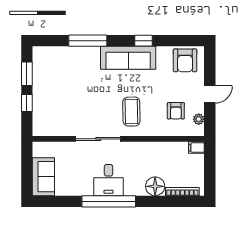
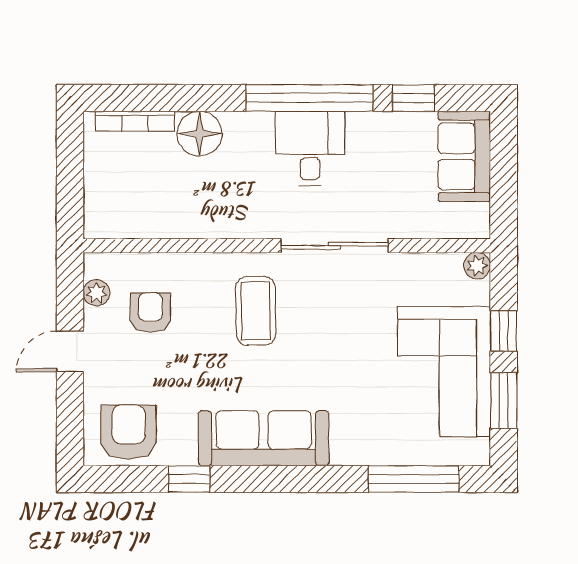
window: (88, 41) -> (414, 479), moved
window: (143, 41) -> (189, 479), moved
corner sofa: (52, 86) -> (444, 371), added
plant: (38, 131) -> (477, 266), added
filing cabinet: (196, 148) -> (102, 225), removed
window: (65, 201) -> (413, 98), added

